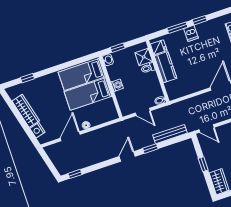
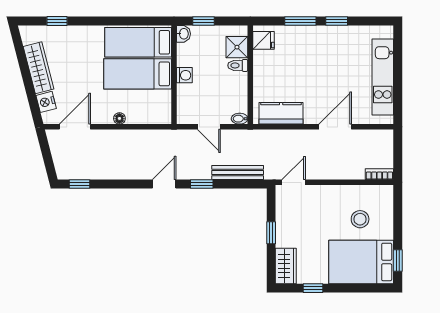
dishwasher: (191, 33) -> (318, 36), removed
kitchen counter: (166, 67) -> (281, 113), moved, turned -90
door: (207, 129) -> (294, 182), swing flipped
door: (70, 136) -> (75, 127), moved

